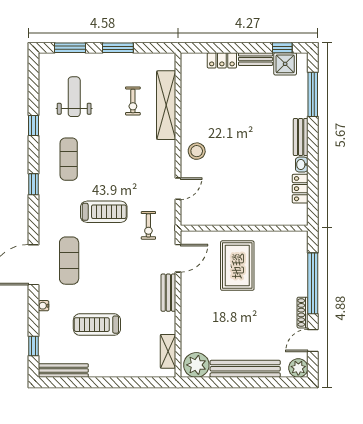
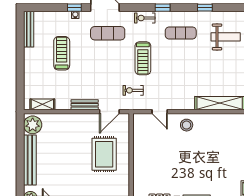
exercise bike: (133, 101) -> (145, 18), moved
door: (178, 258) -> (109, 112), hinge flipped
rug: (237, 266) -> (104, 154), turned 90
window: (33, 346) -> (74, 8), moved

